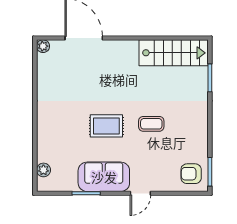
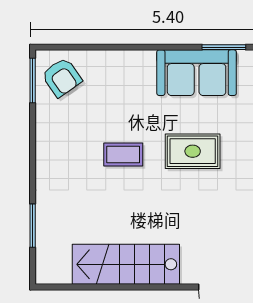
stairs: (174, 53) -> (126, 264), moved
armchair: (191, 174) -> (62, 77), turned 55
door: (140, 193) -> (140, 47), removed

